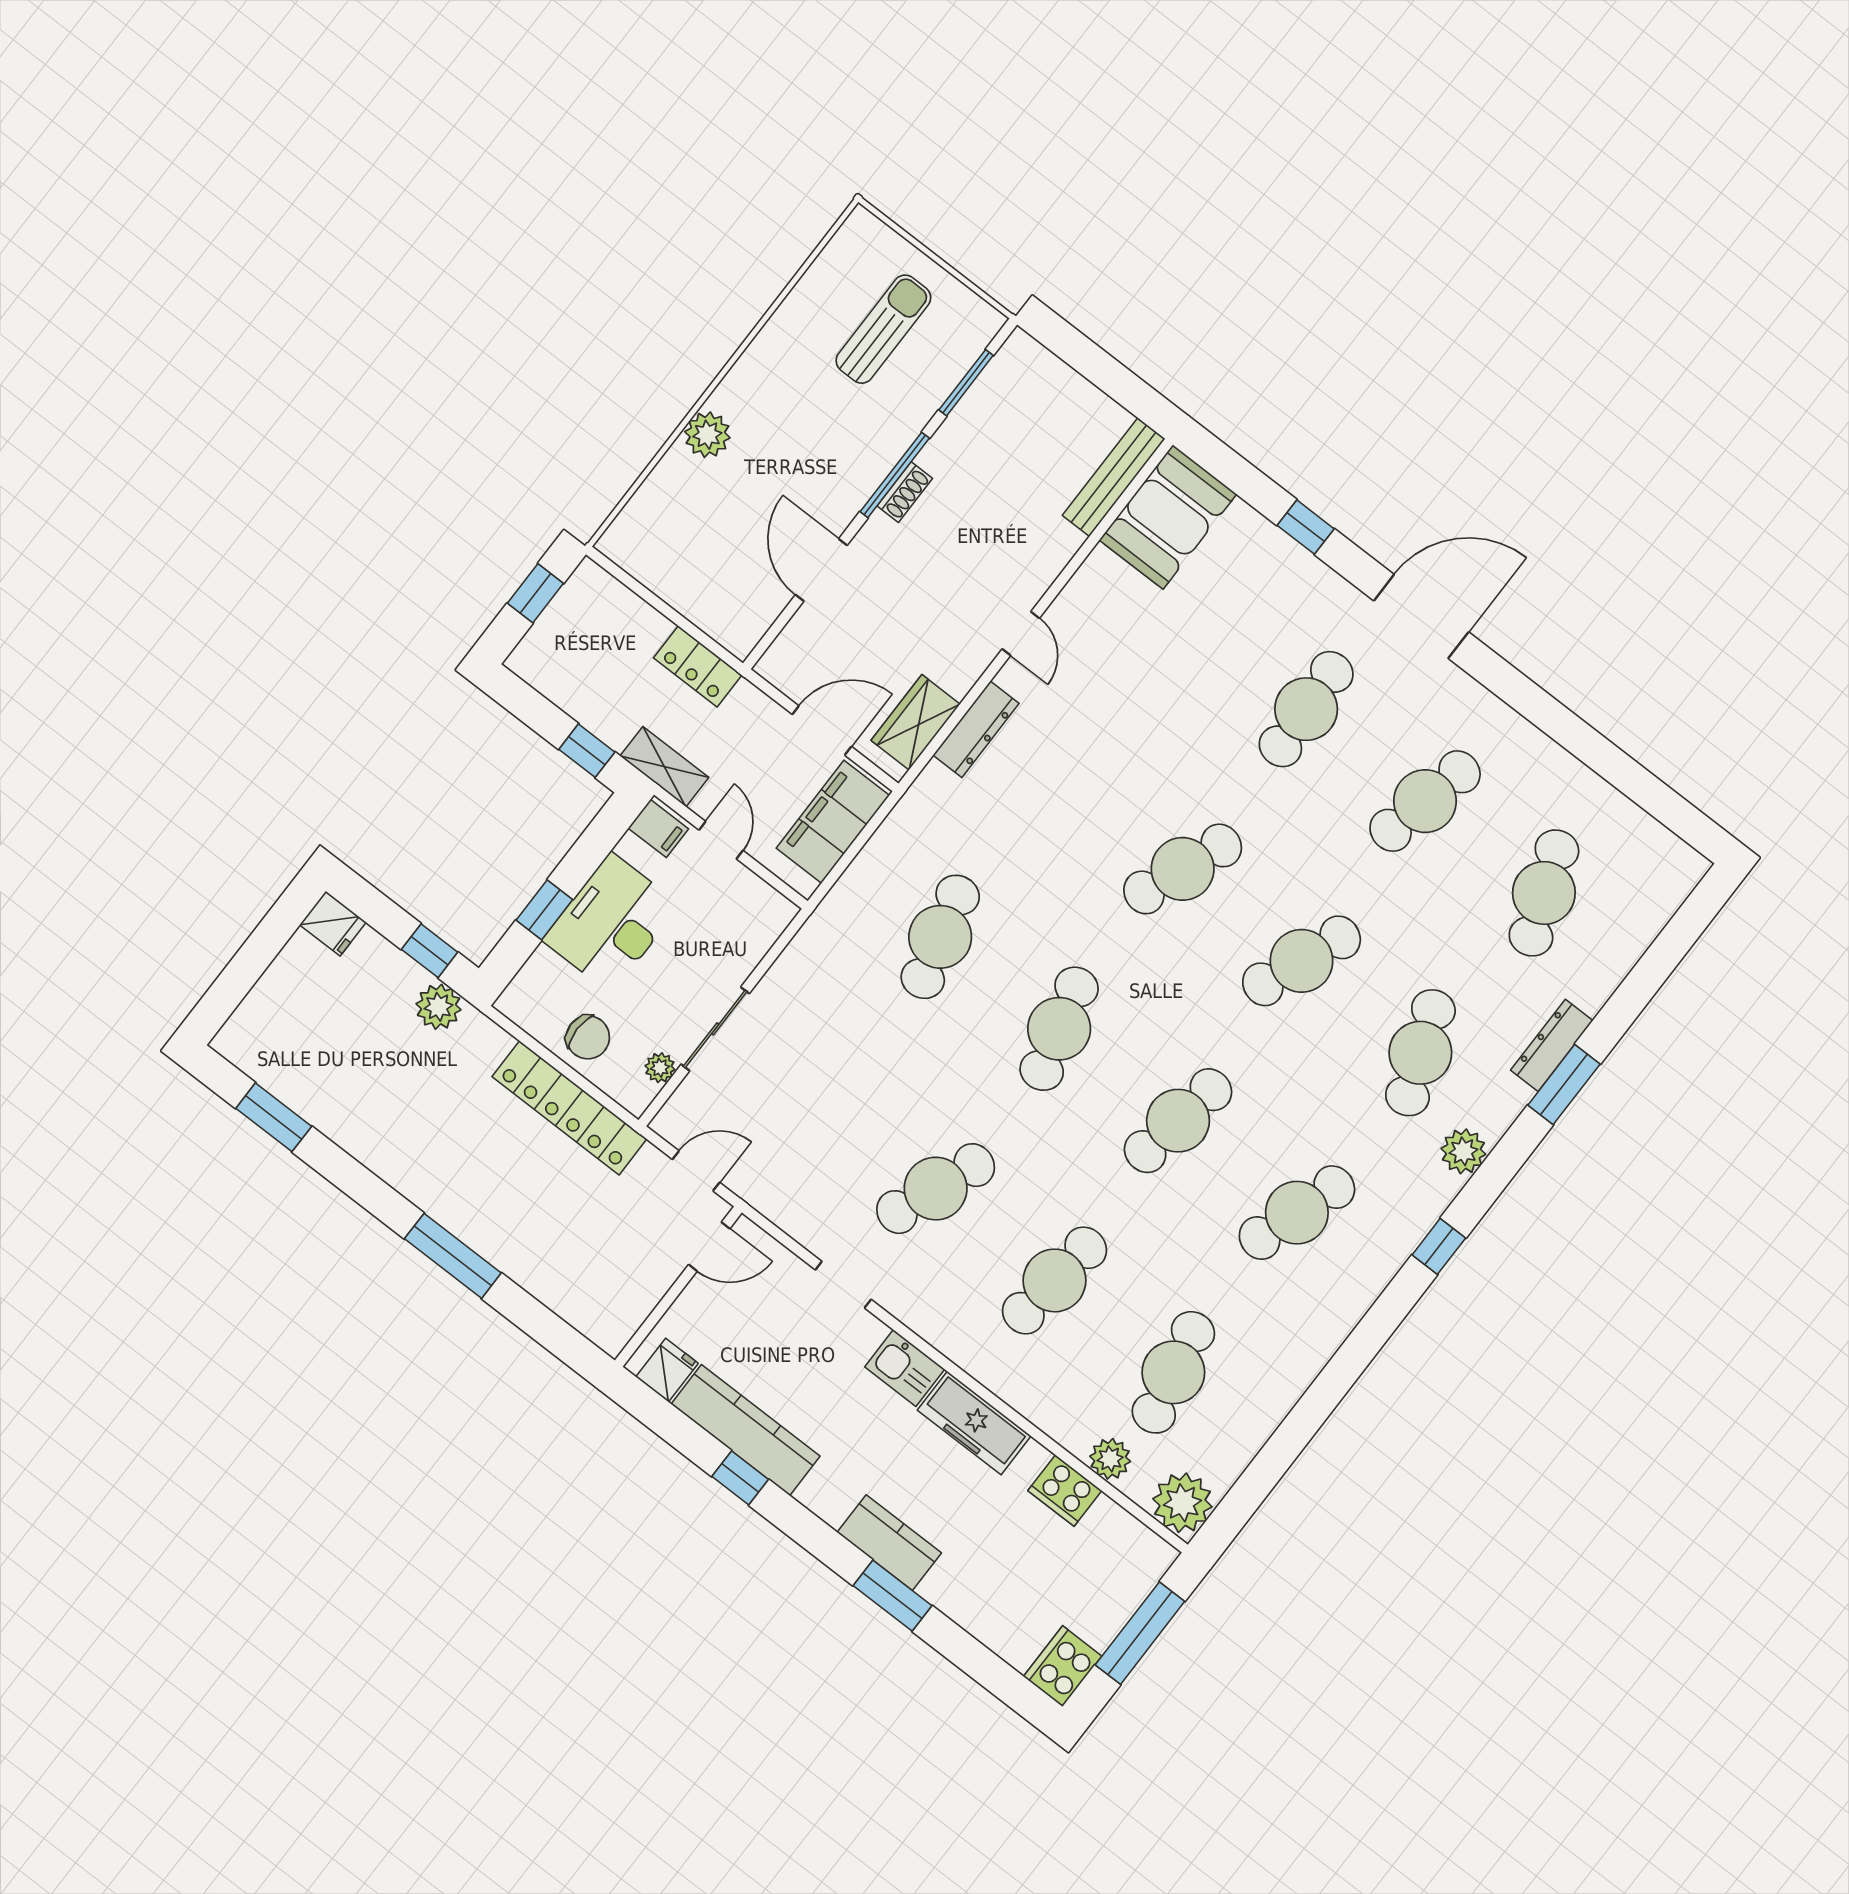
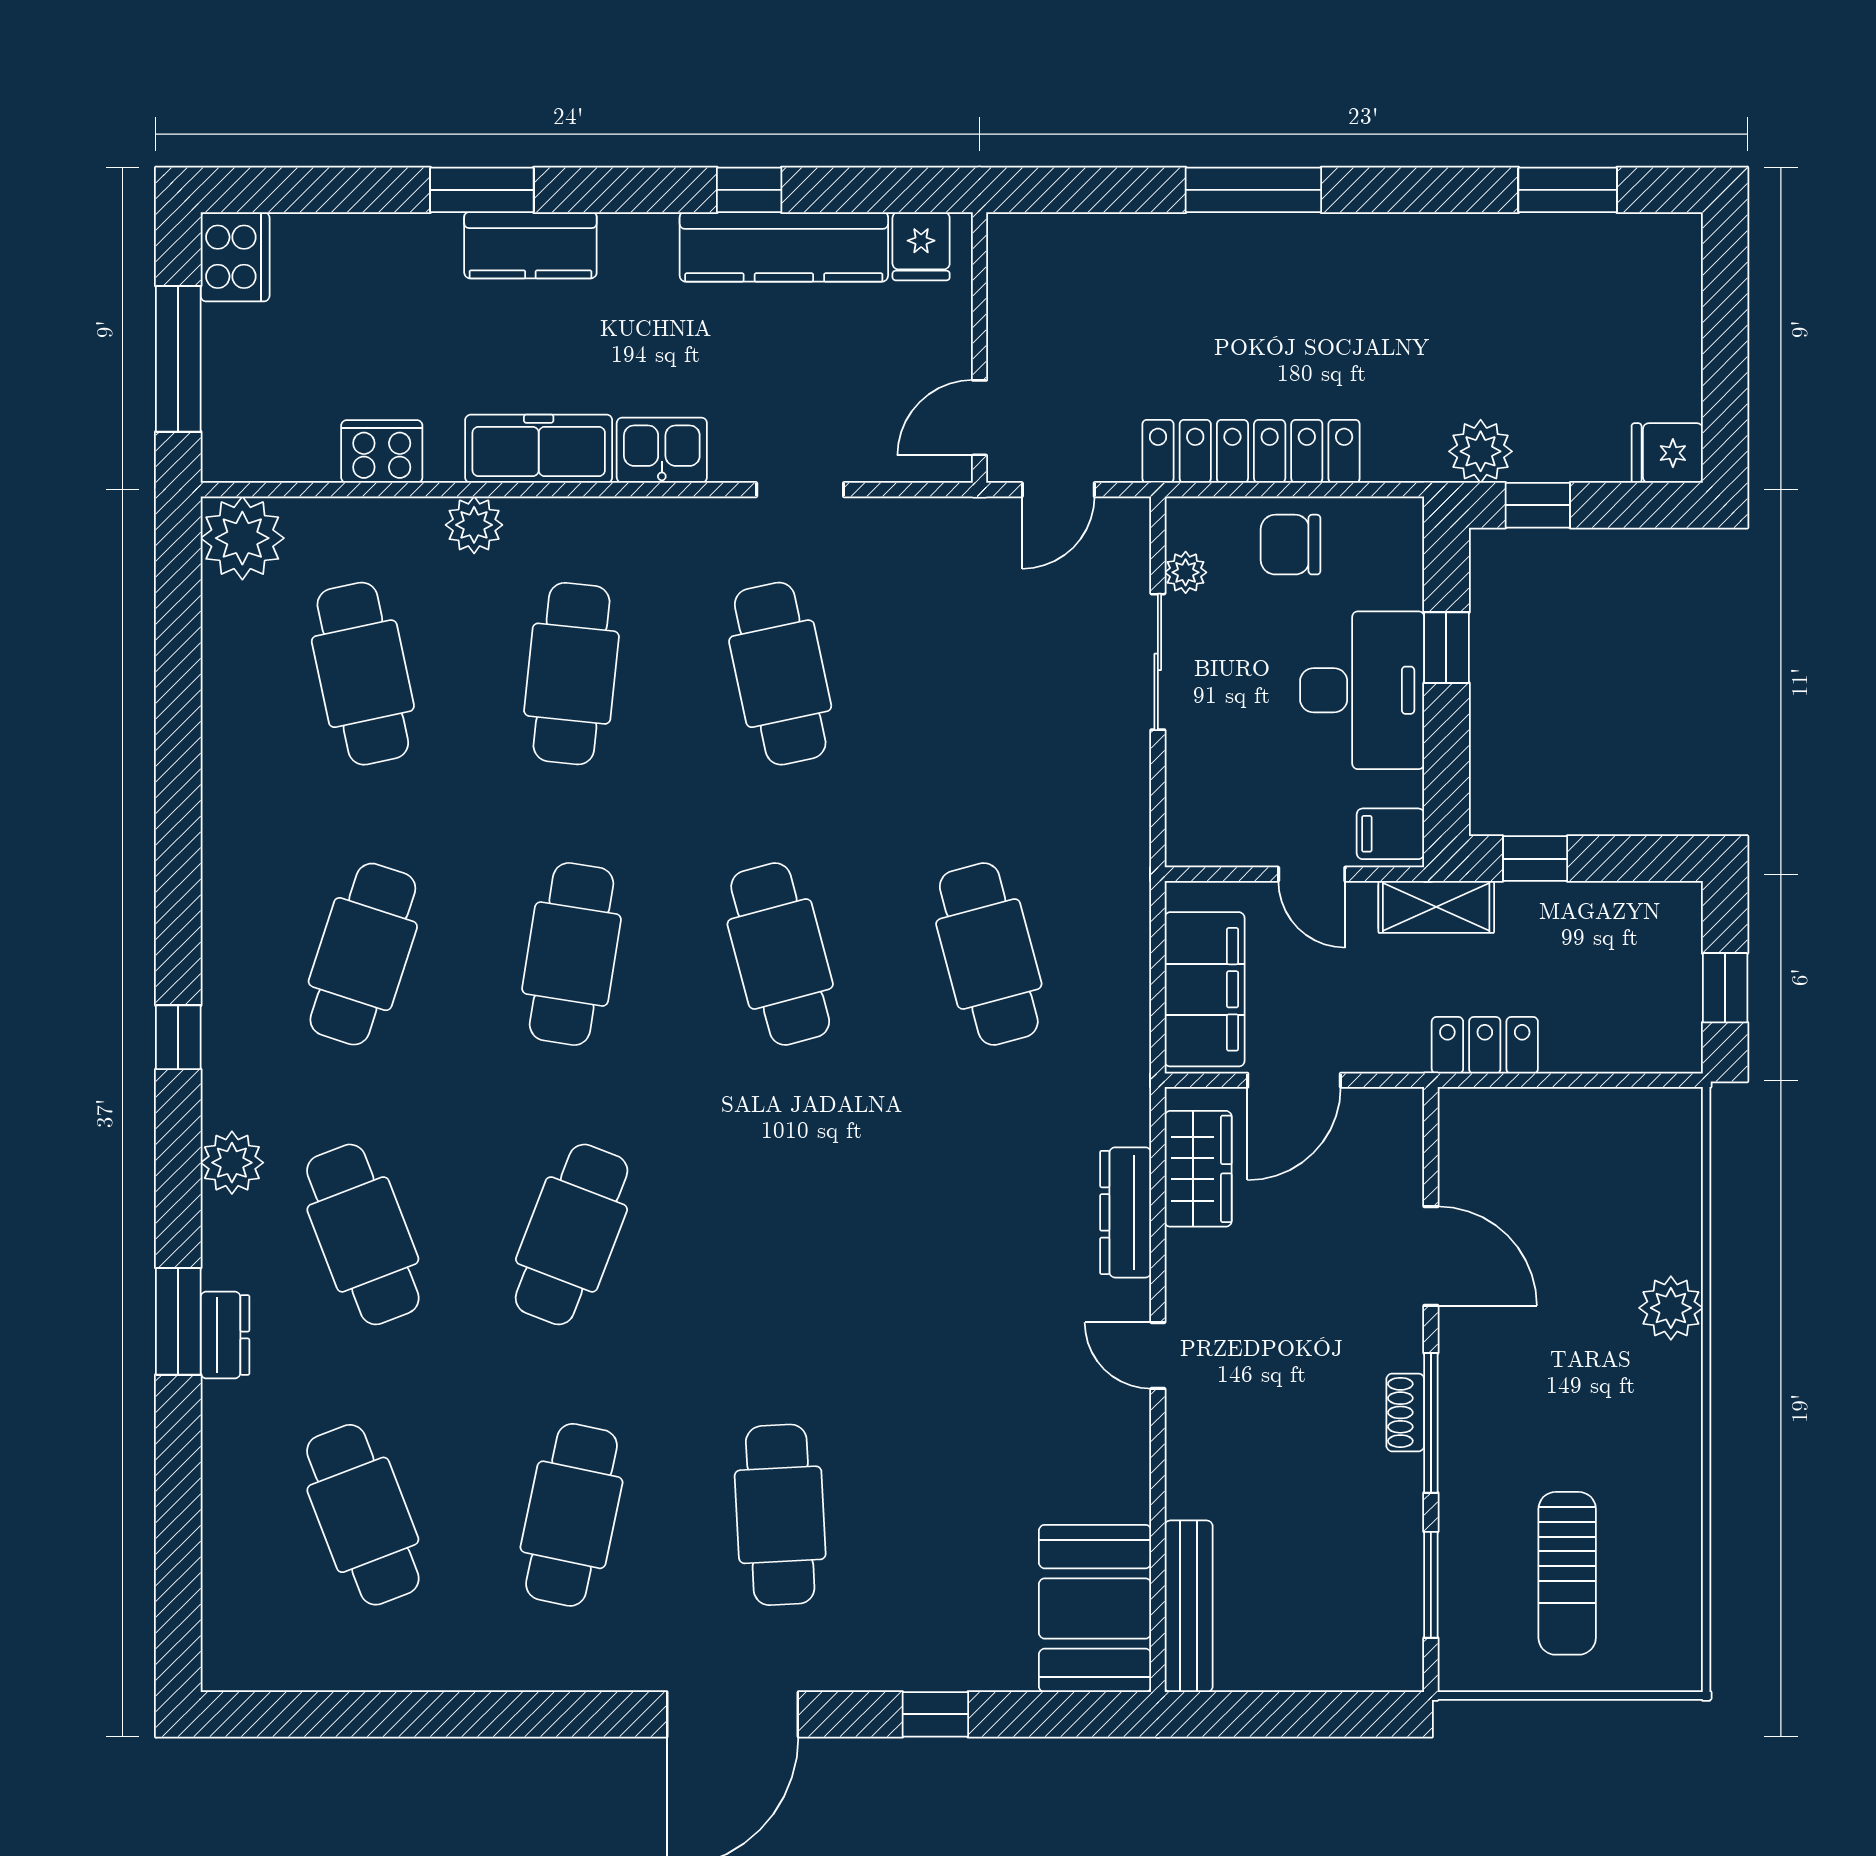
cafe table: (1183, 869) -> (780, 1234), removed
dresser: (1552, 1045) -> (225, 1335), width x0.70
cafe table: (936, 1189) -> (780, 674), turned -33
plant: (1110, 1459) -> (474, 525), moved

